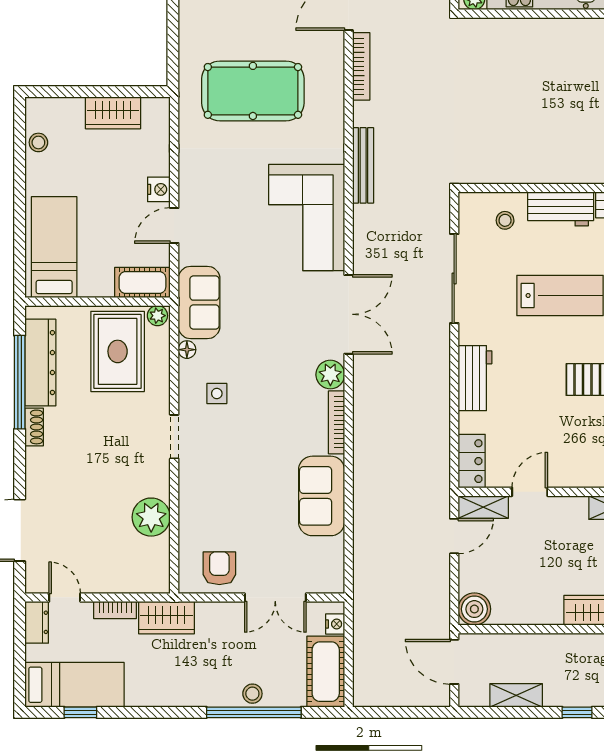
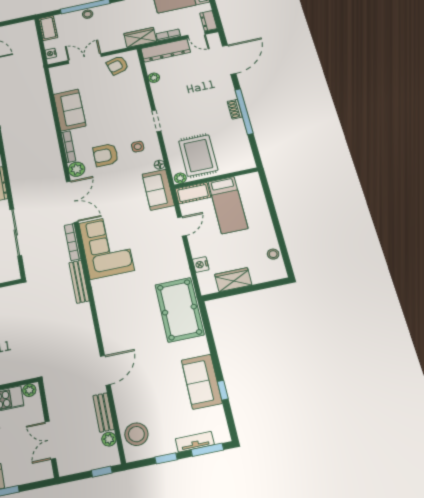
bookcase: (361, 66) -> (73, 242), moved
pool table: (253, 91) -> (179, 310), moved, turned 90
nightstand: (159, 189) -> (201, 264), moved
bed: (54, 247) -> (228, 205), moved
double door: (349, 314) -> (72, 201), swing flipped
dresser: (40, 363) -> (166, 50), moved, turned -90
window: (20, 382) -> (244, 112), moved
armchair: (275, 390) -> (106, 155), added
plant: (151, 517) -> (154, 78), width x0.53, depth x0.53
armchair: (219, 568) -> (117, 65), turned 74
cot: (326, 672) -> (48, 28), width x0.73, depth x0.75

